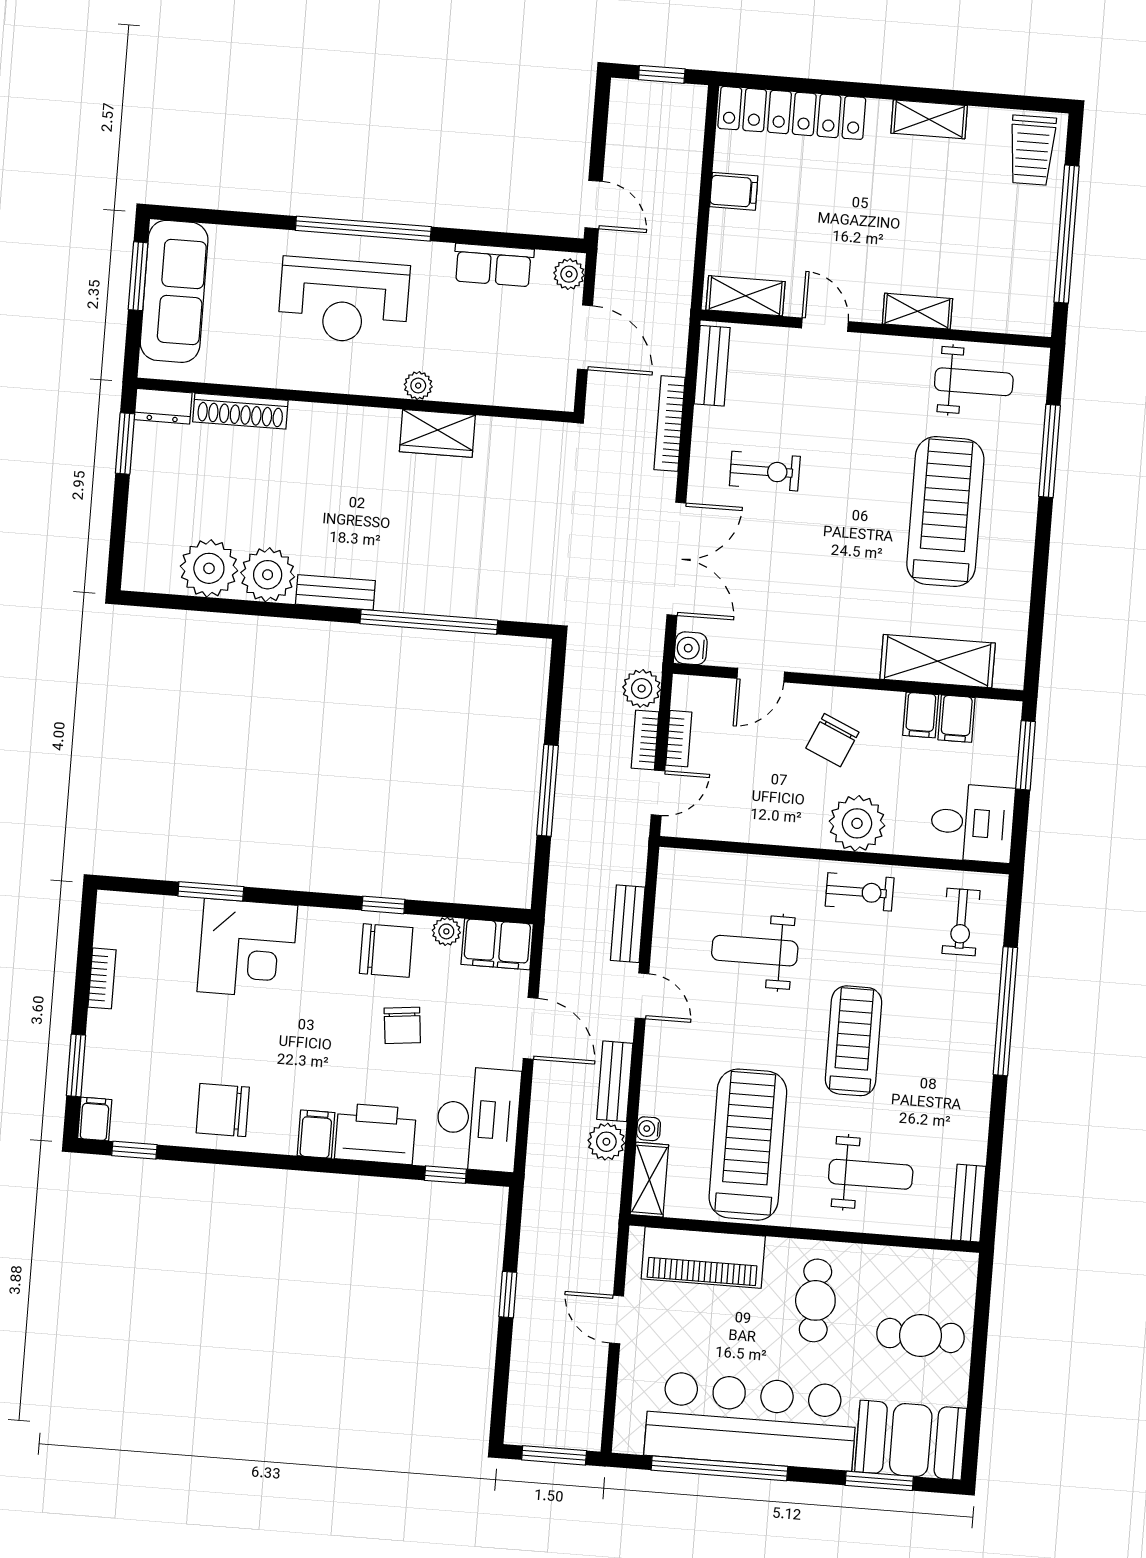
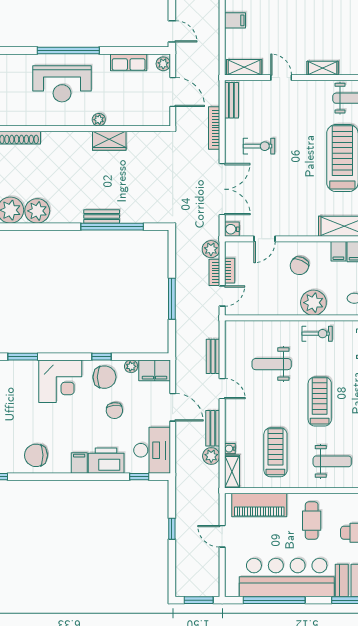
bench: (335, 592) -> (102, 217), moved
corner desk: (247, 949) -> (60, 381), moved
treadmill: (748, 1145) -> (275, 452), width x0.73, depth x0.73

